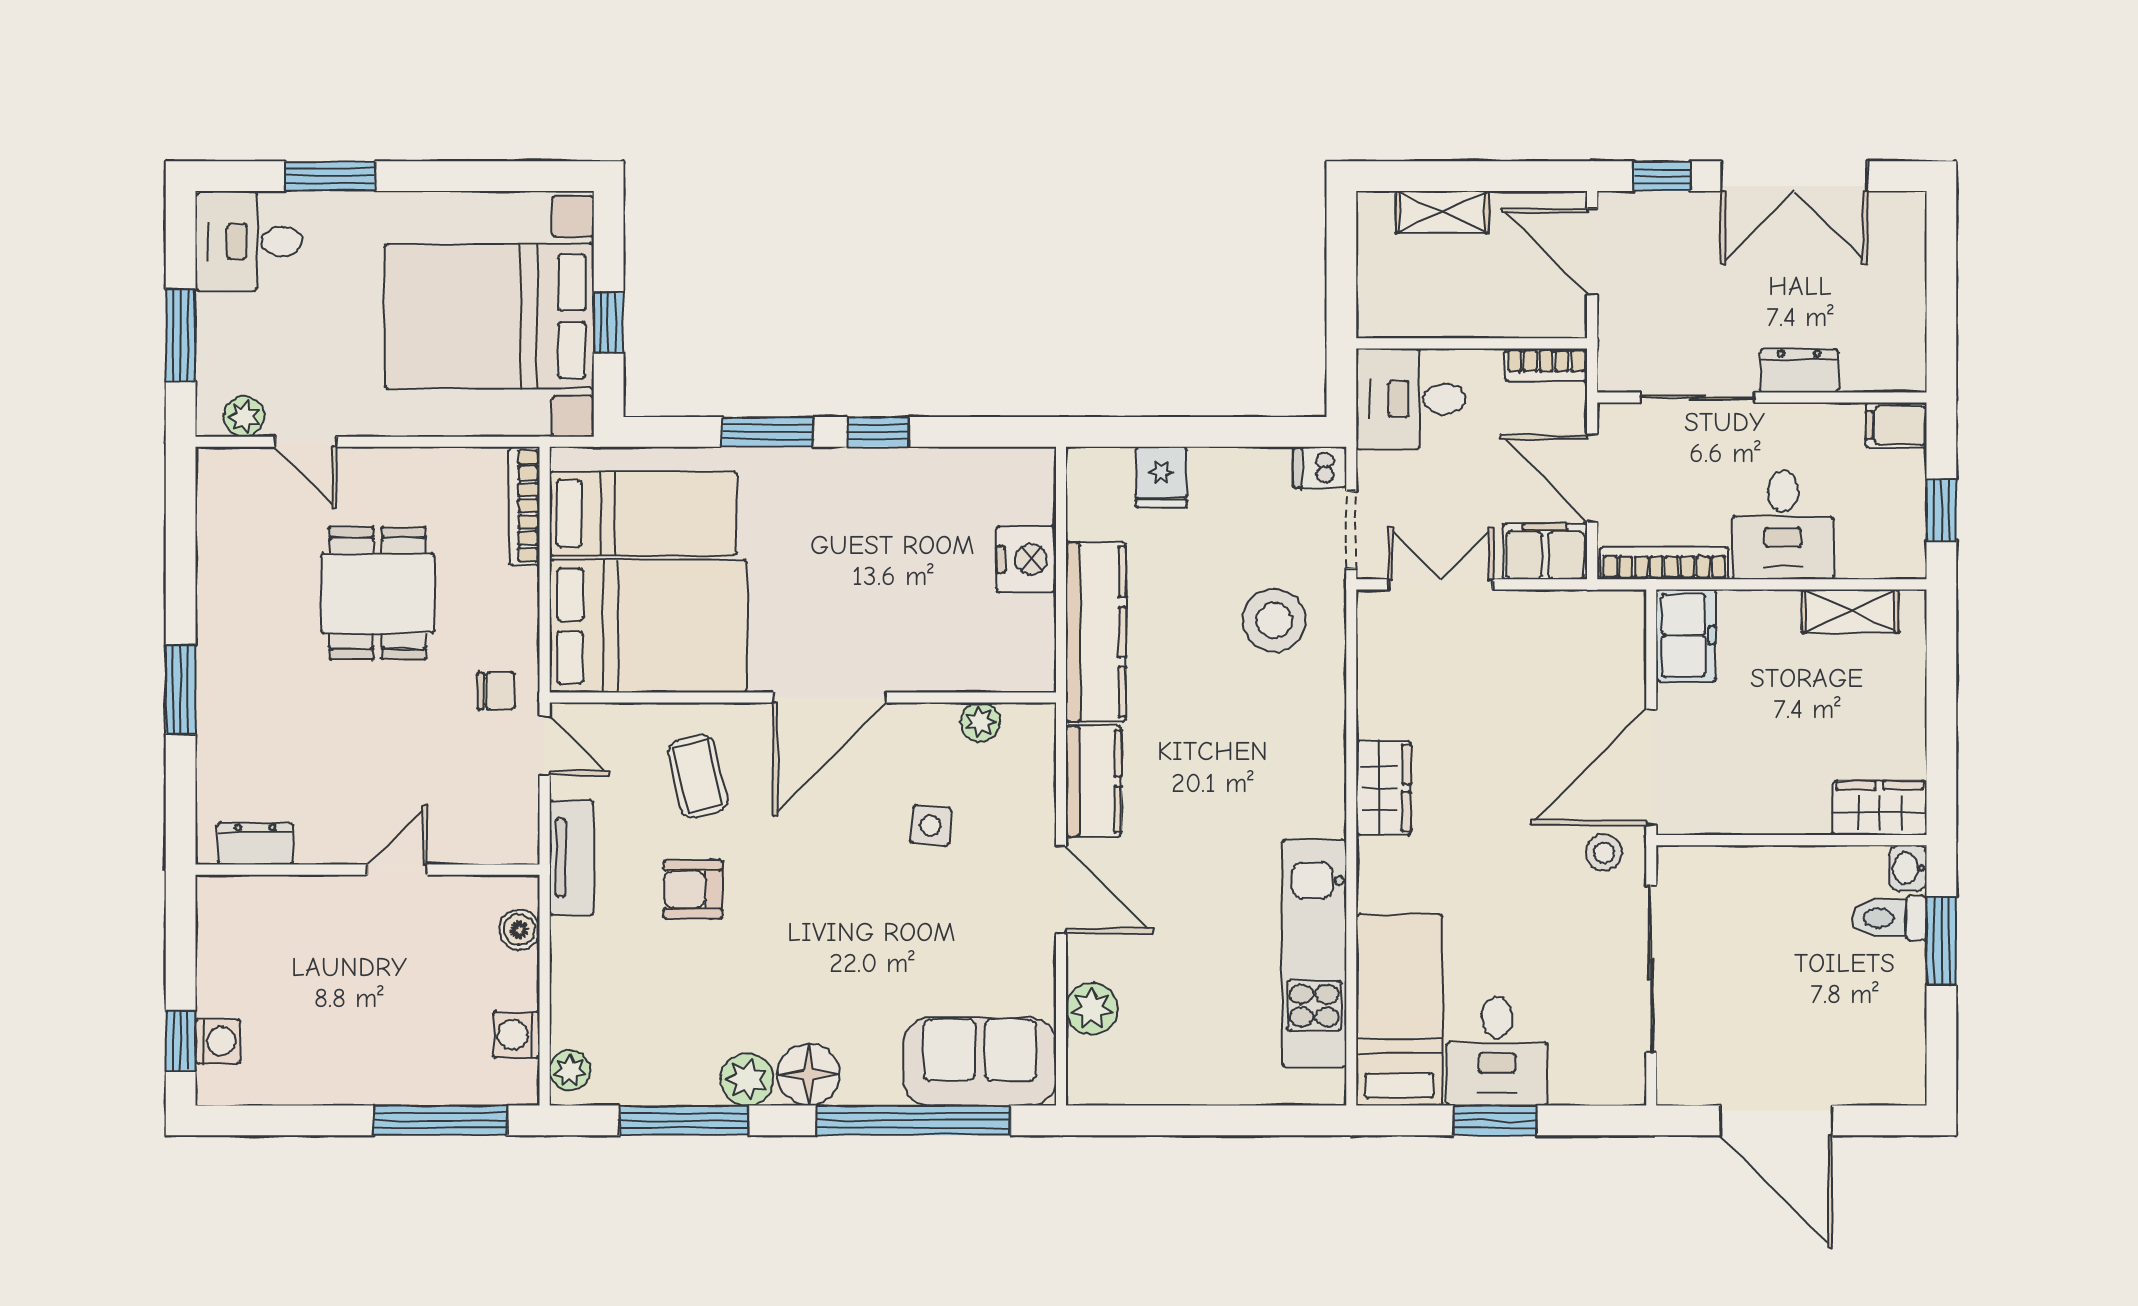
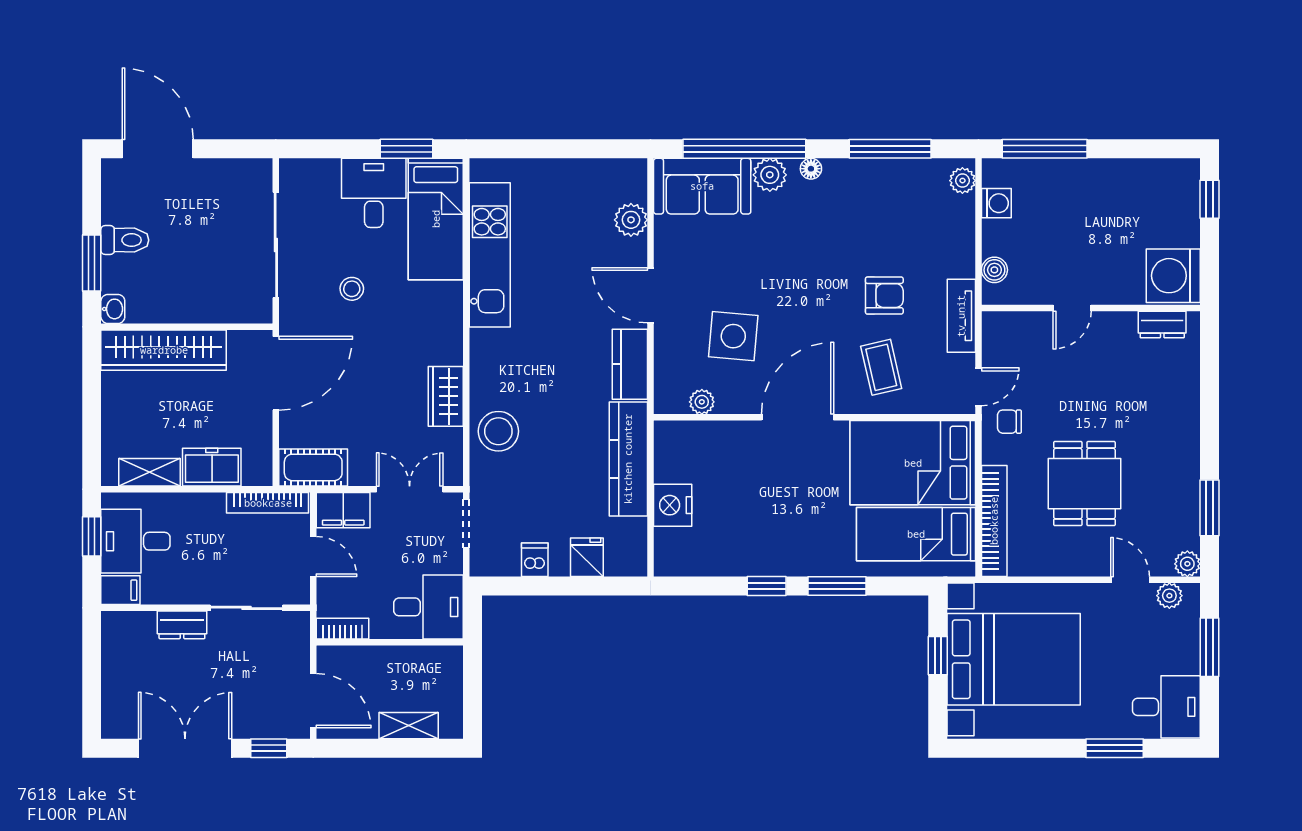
plant: (216, 467) -> (1187, 564), added
dishwasher: (1320, 467) -> (535, 560), moved, turned -90
door: (1592, 478) -> (313, 557), width x0.73
bookcase: (525, 506) -> (994, 521), width x1.48, depth x1.31
desk: (1783, 525) -> (135, 541), moved, turned -90
double door: (1441, 584) -> (410, 489), swing flipped
cot: (1592, 619) -> (313, 467), added
stool: (1274, 620) -> (498, 431), moved
freezer: (1686, 635) -> (212, 467), moved, turned 90
window: (181, 690) -> (1210, 508), moved
door: (545, 746) -> (978, 387), swing flipped
wardrobe: (1383, 788) -> (446, 396), moved
wardrobe: (1880, 808) -> (164, 350), width x2.10, depth x1.17
side table: (931, 825) -> (733, 336), width x1.87, depth x1.87
stool: (1604, 853) -> (352, 289), moved
toilet: (1889, 918) -> (125, 240), moved
washing machine: (218, 1041) -> (1173, 276), moved, width x1.89, depth x1.89
floor lamp: (808, 1074) -> (811, 169), width x0.53, depth x0.53
plant: (747, 1080) -> (770, 175), moved
window: (1495, 1120) -> (406, 149), moved
door: (1776, 1120) -> (158, 149), moved

